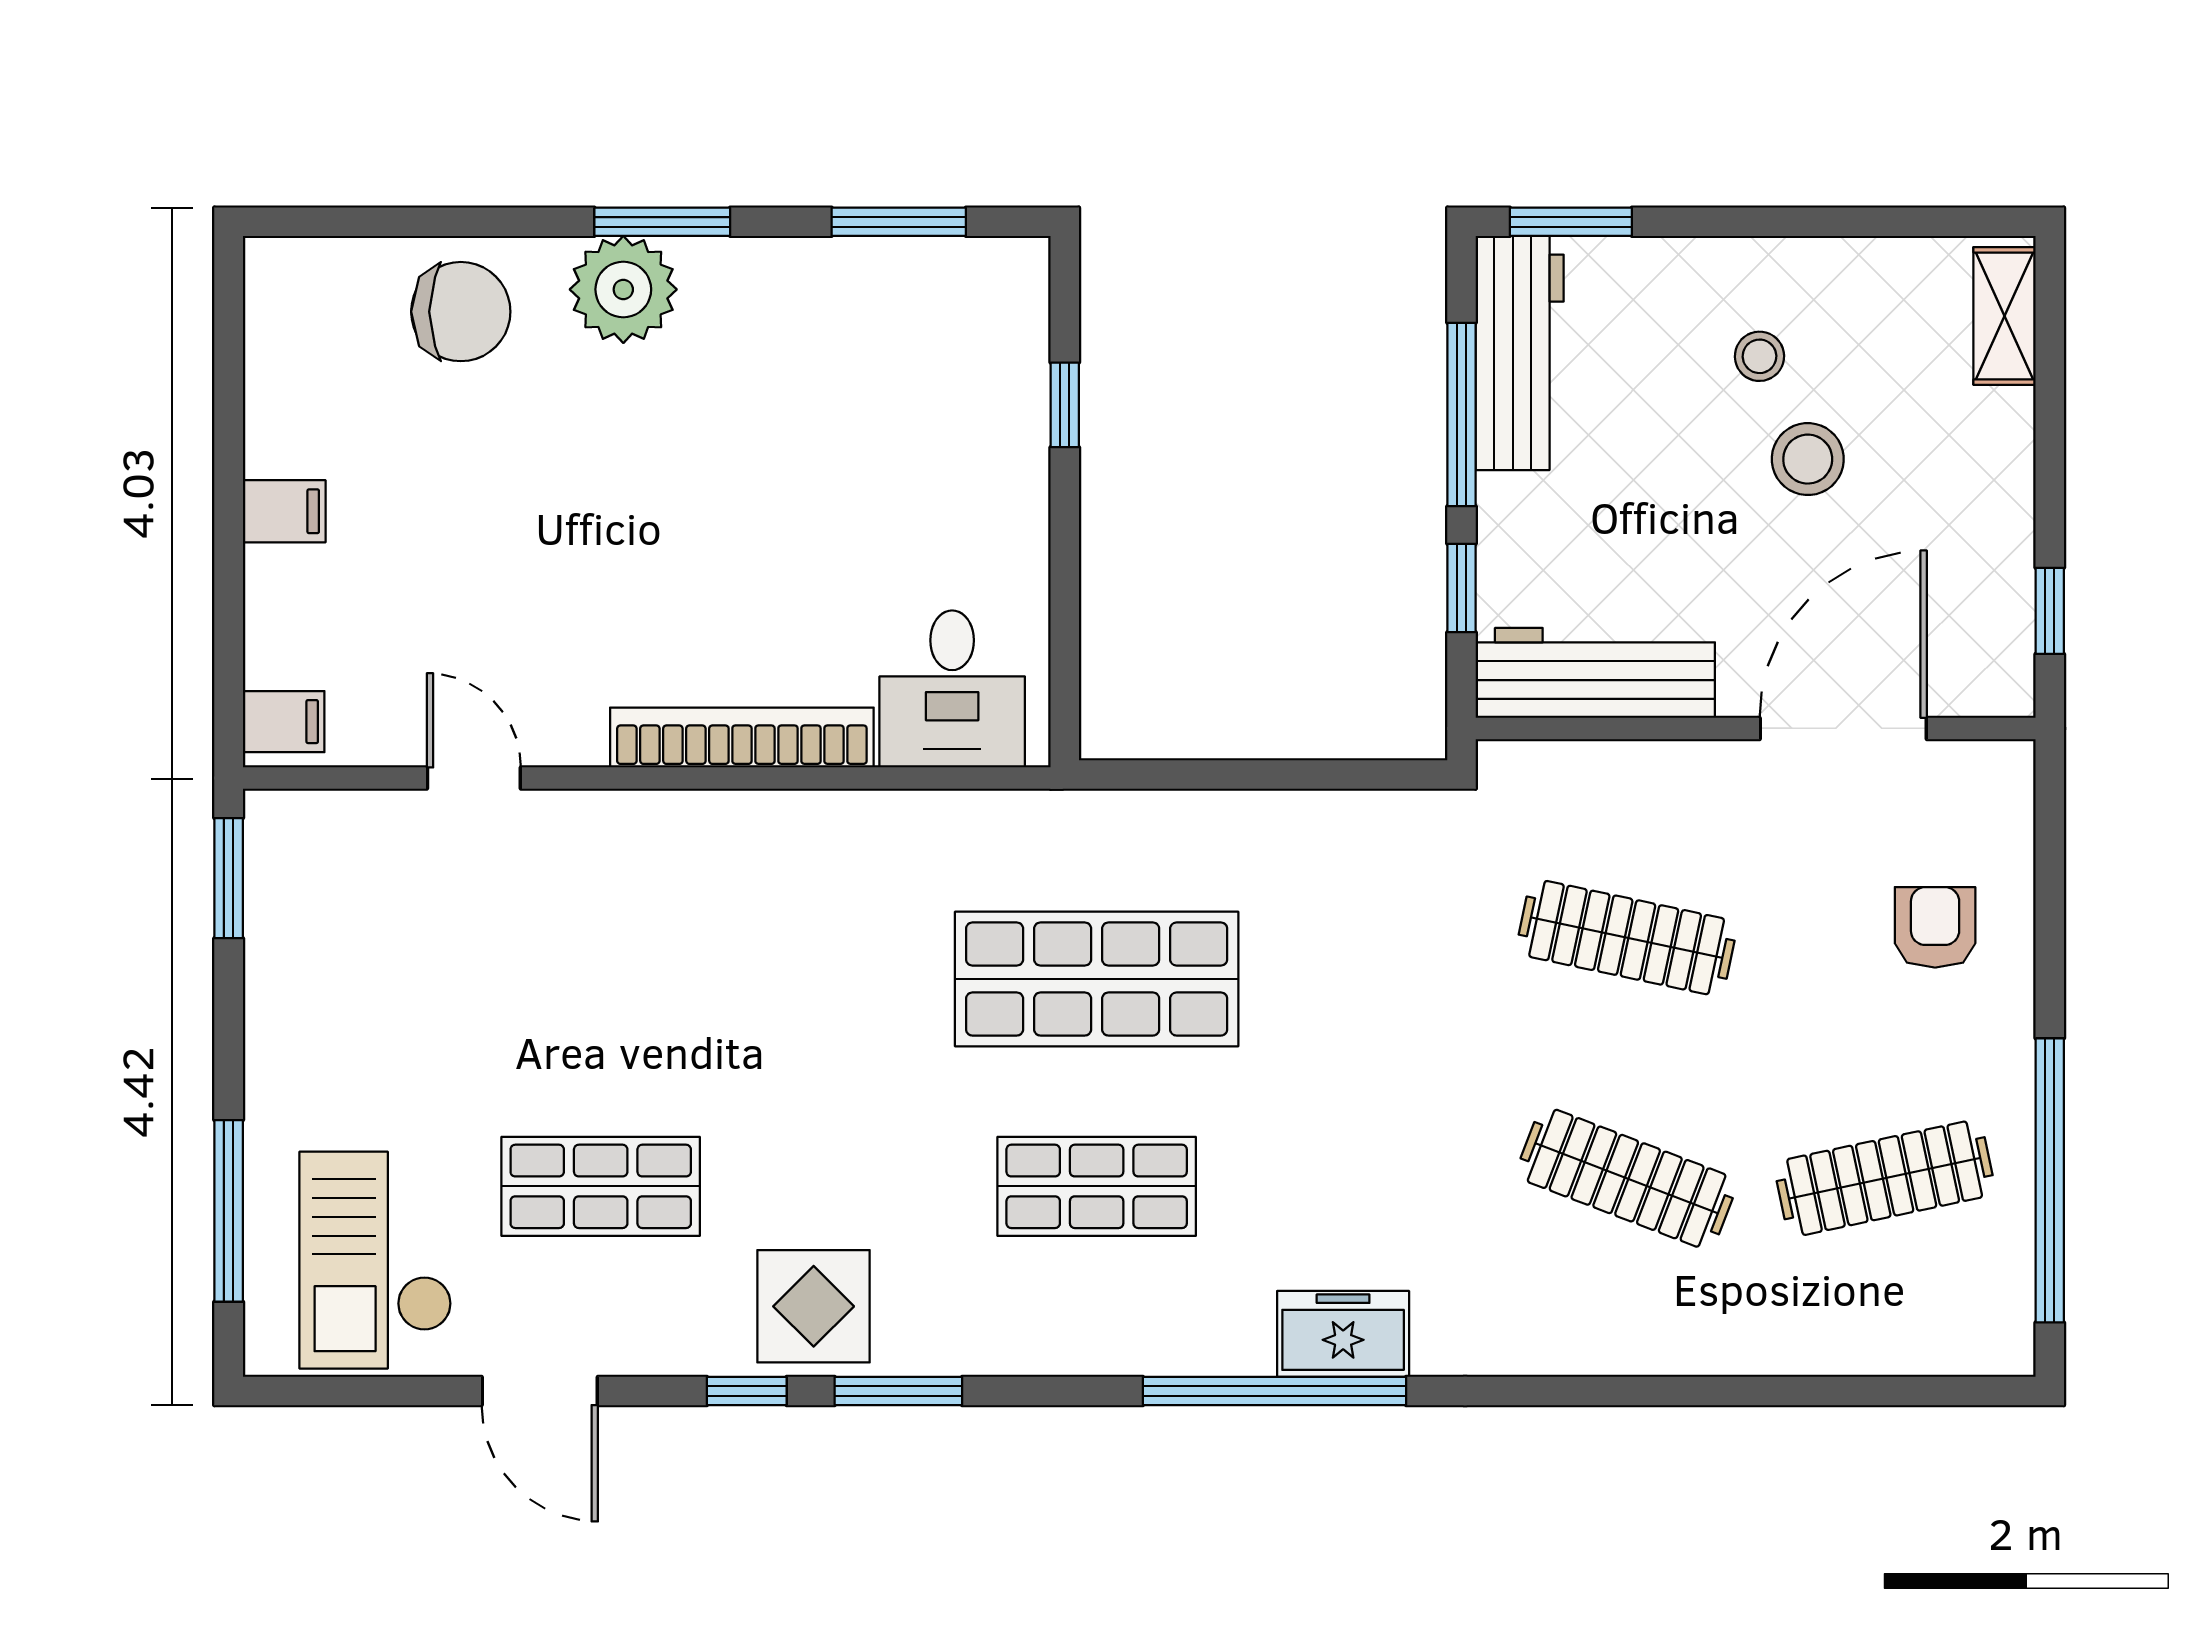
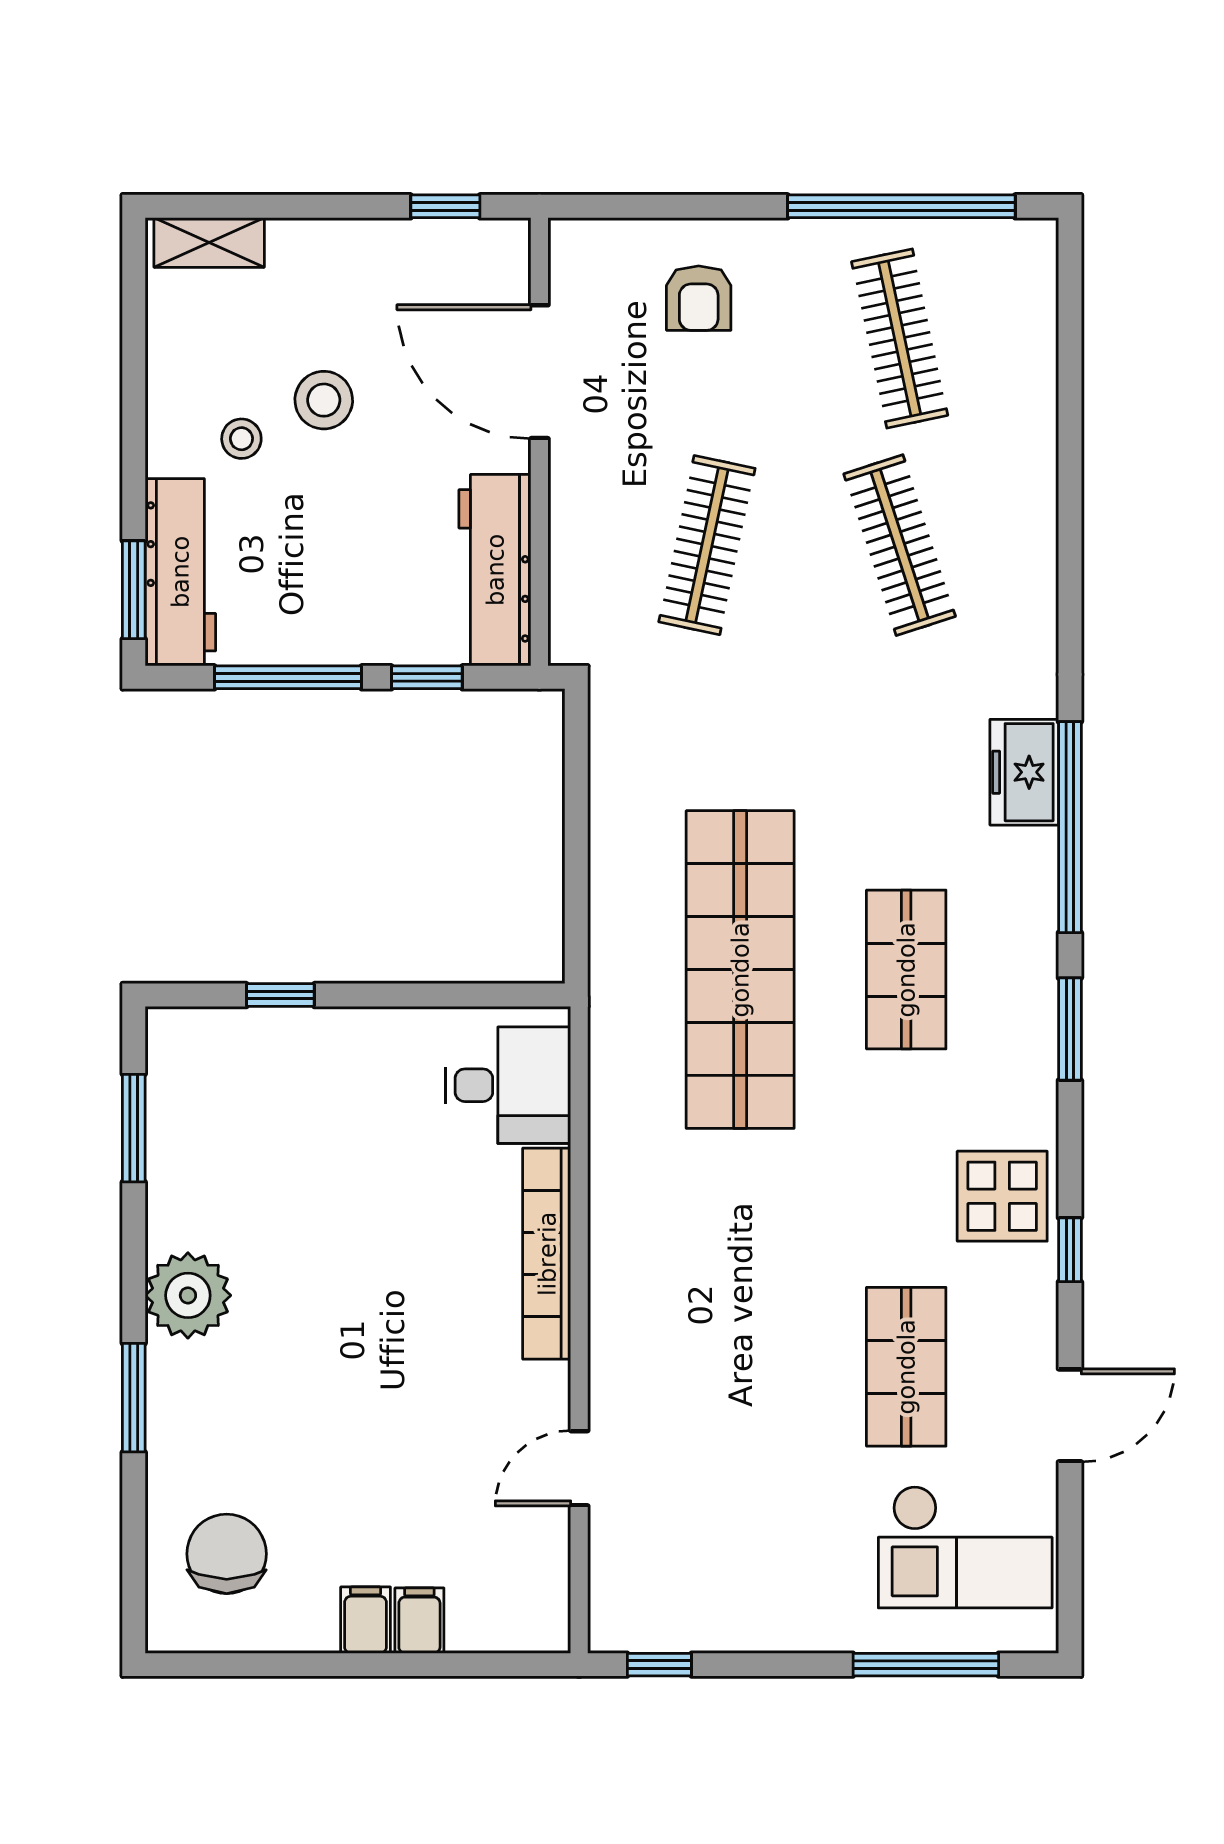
window: (662, 222) -> (134, 1398), moved
plant: (623, 289) -> (188, 1295), moved
chair: (461, 312) -> (227, 1554), moved
workbench: (1520, 353) -> (180, 572), moved, turned 90
filing cabinet: (284, 722) -> (419, 1621), moved
window: (229, 878) -> (659, 1665), width x0.67
armchair: (1935, 927) -> (699, 298), turned -90
shop shelf: (1097, 979) -> (740, 970), width x1.40
clothes rail: (1627, 1178) -> (900, 545), turned -39
window: (898, 1391) -> (1070, 1029), moved

